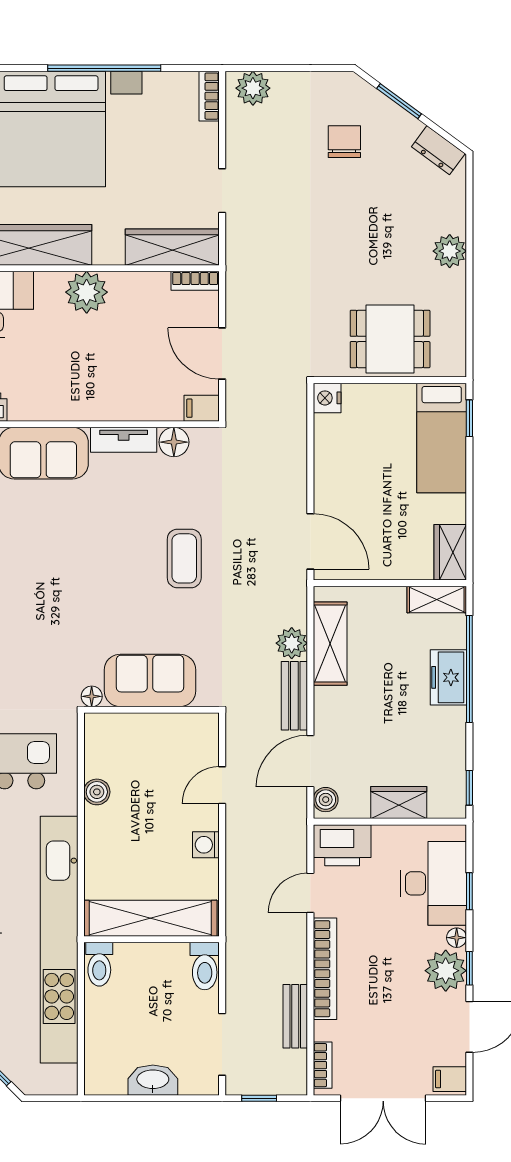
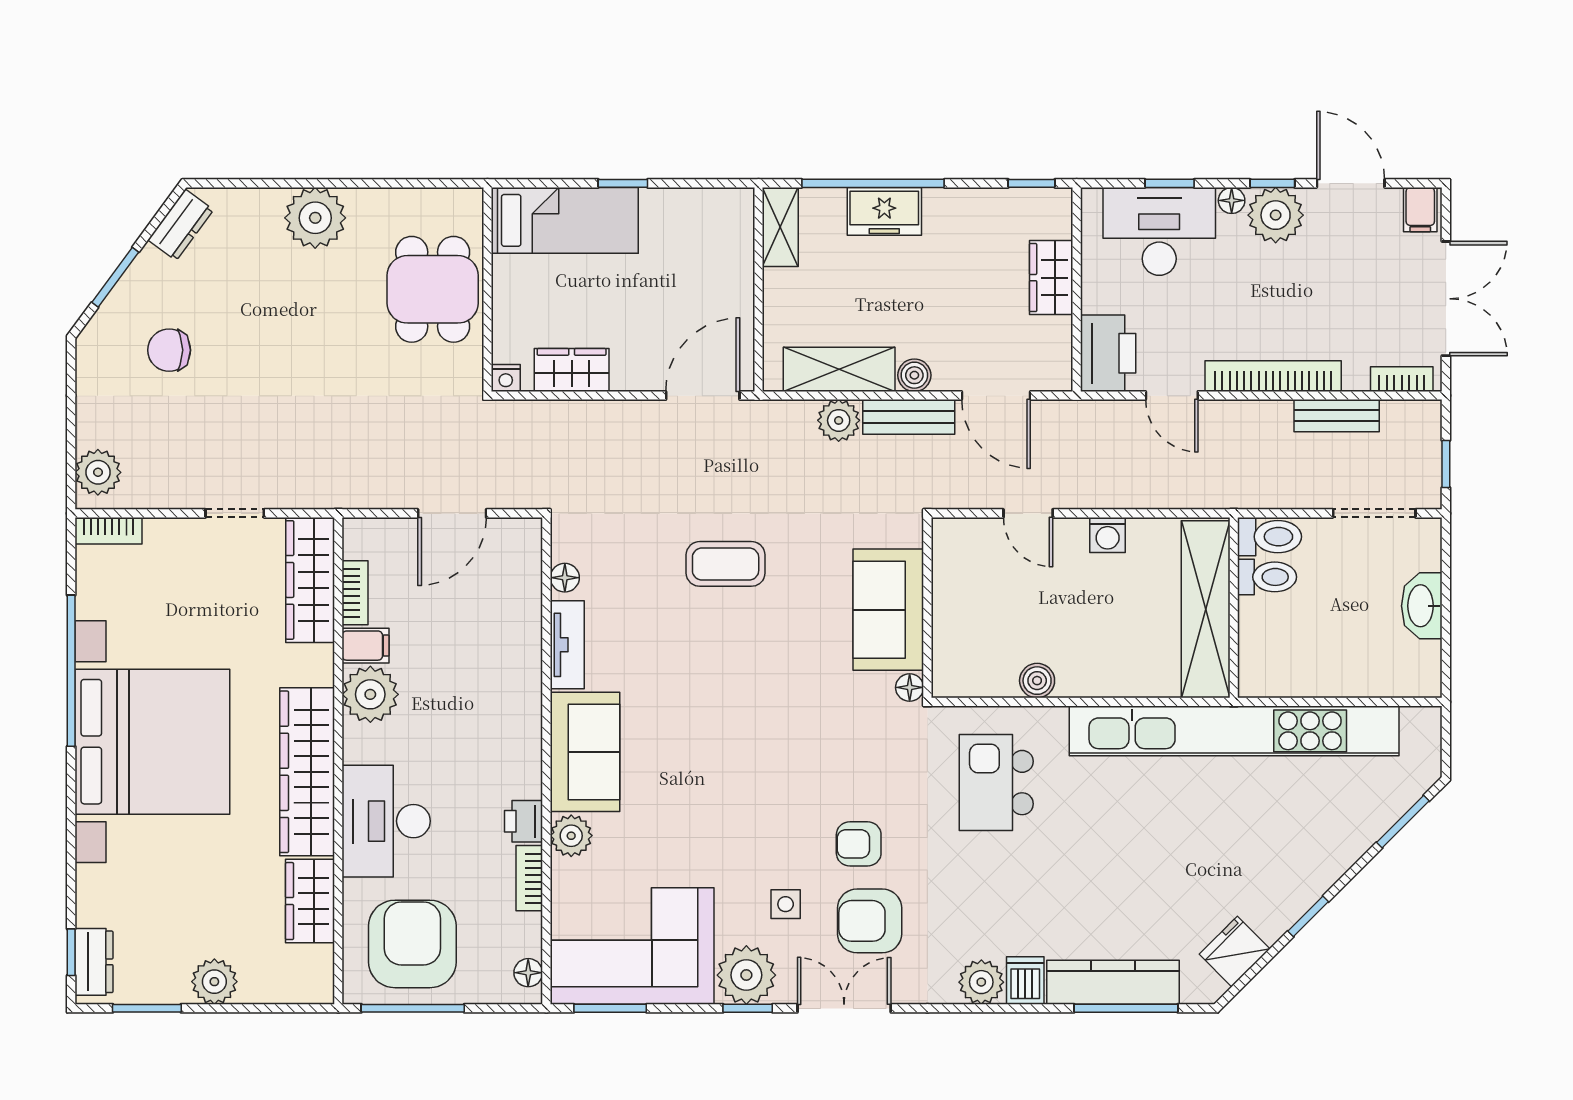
plant: (450, 251) -> (315, 218), width x1.36, depth x1.36
bookcase: (195, 281) -> (355, 593), moved
nightstand: (327, 398) -> (506, 378), width x0.72, depth x0.74
filing cabinet: (202, 408) -> (366, 646), moved, turned -90
window: (469, 418) -> (623, 183), moved
floor lamp: (174, 442) -> (565, 578), width x0.73, depth x0.73
wardrobe: (450, 552) -> (572, 370), moved, turned 180
boiler: (326, 800) -> (914, 375), moved
toilet: (99, 964) -> (1267, 577), moved

